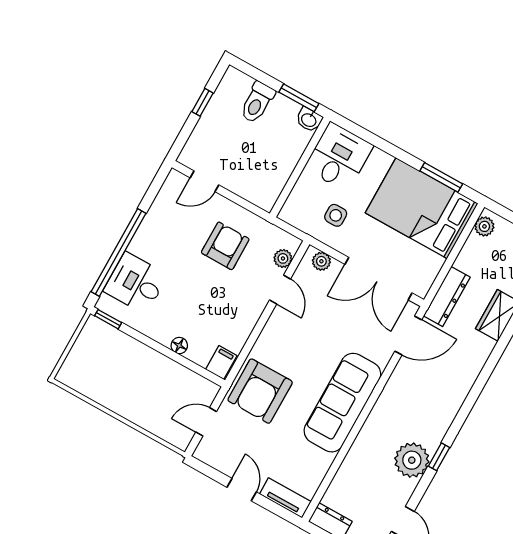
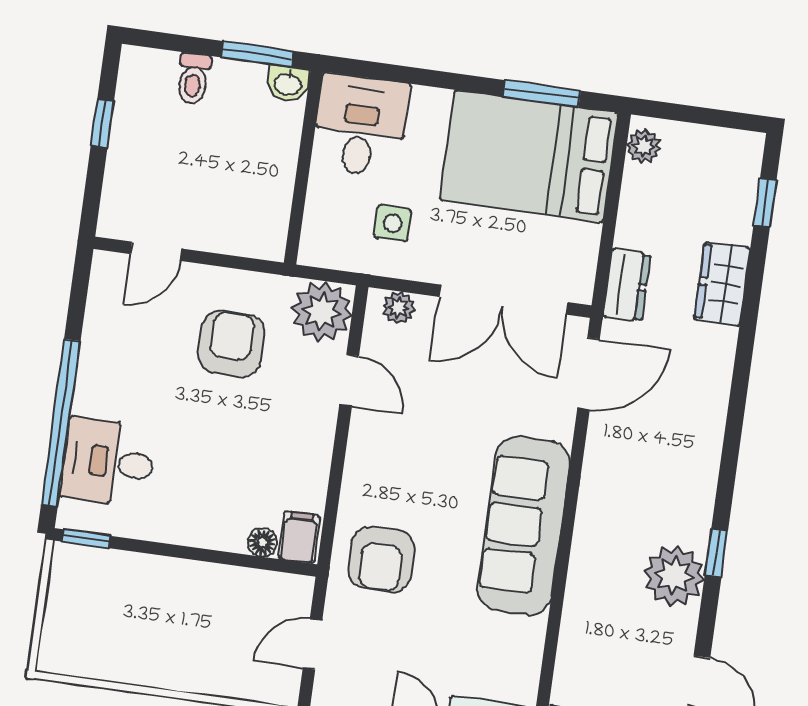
toilet: (257, 102) -> (193, 79), width x0.73, depth x0.72
plant: (283, 258) -> (322, 312), width x1.88, depth x1.88
dresser: (447, 297) -> (627, 285), width x0.70
floor lamp: (179, 346) -> (262, 542), moved
armchair: (260, 391) -> (381, 559), width x0.73, depth x0.73

